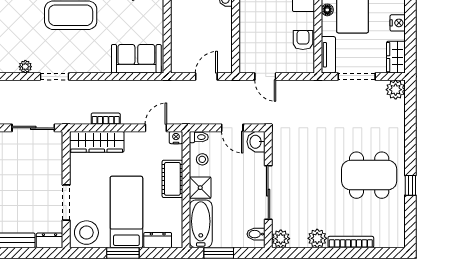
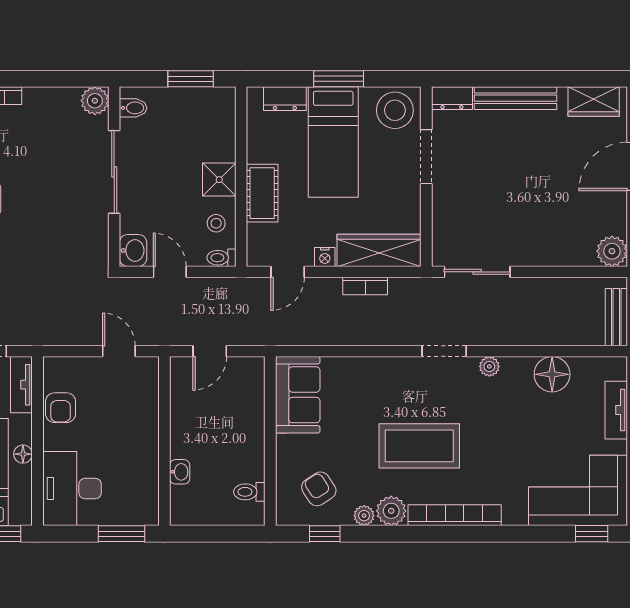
sofa: (136, 59) -> (298, 395), moved, turned -90
nightstand: (176, 138) -> (325, 257), moved
bathtub: (201, 224) -> (218, 124), removed
plant: (317, 238) -> (38, 101), removed

